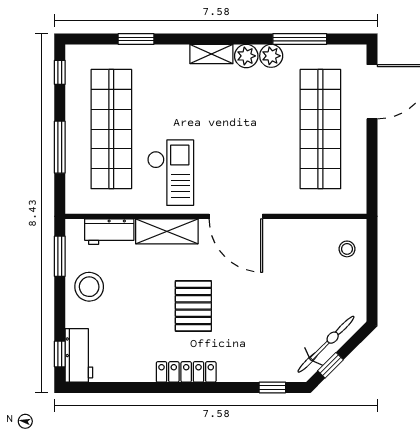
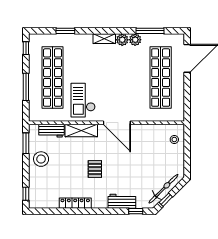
checkout: (171, 173) -> (83, 100), turned 180
pallet: (193, 306) -> (95, 169), width x0.67, depth x0.71
workbench: (79, 355) -> (122, 201), moved, turned -90
locker: (186, 372) -> (75, 203), moved

